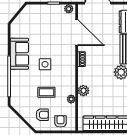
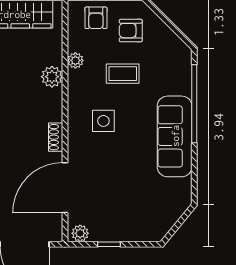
door: (77, 33) -> (65, 188), hinge flipped
sofa: (19, 54) -> (175, 136), width x1.36
side table: (45, 64) -> (103, 121), moved

